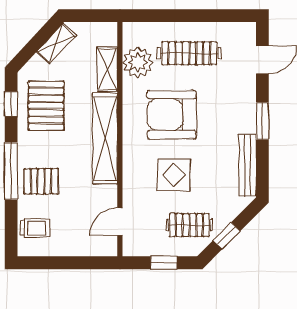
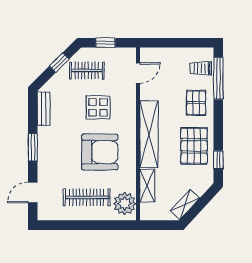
plant: (138, 62) -> (125, 204), moved
pallet: (46, 106) -> (194, 146), moved
bench: (248, 165) -> (44, 109), width x0.73
window: (11, 171) -> (218, 78), moved
pallet: (41, 181) -> (196, 103), turned 90

